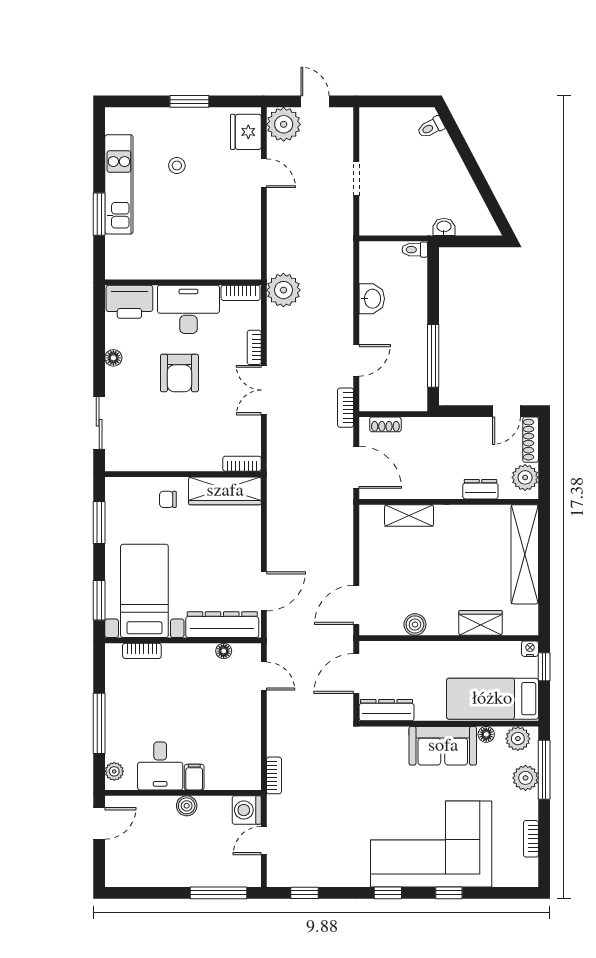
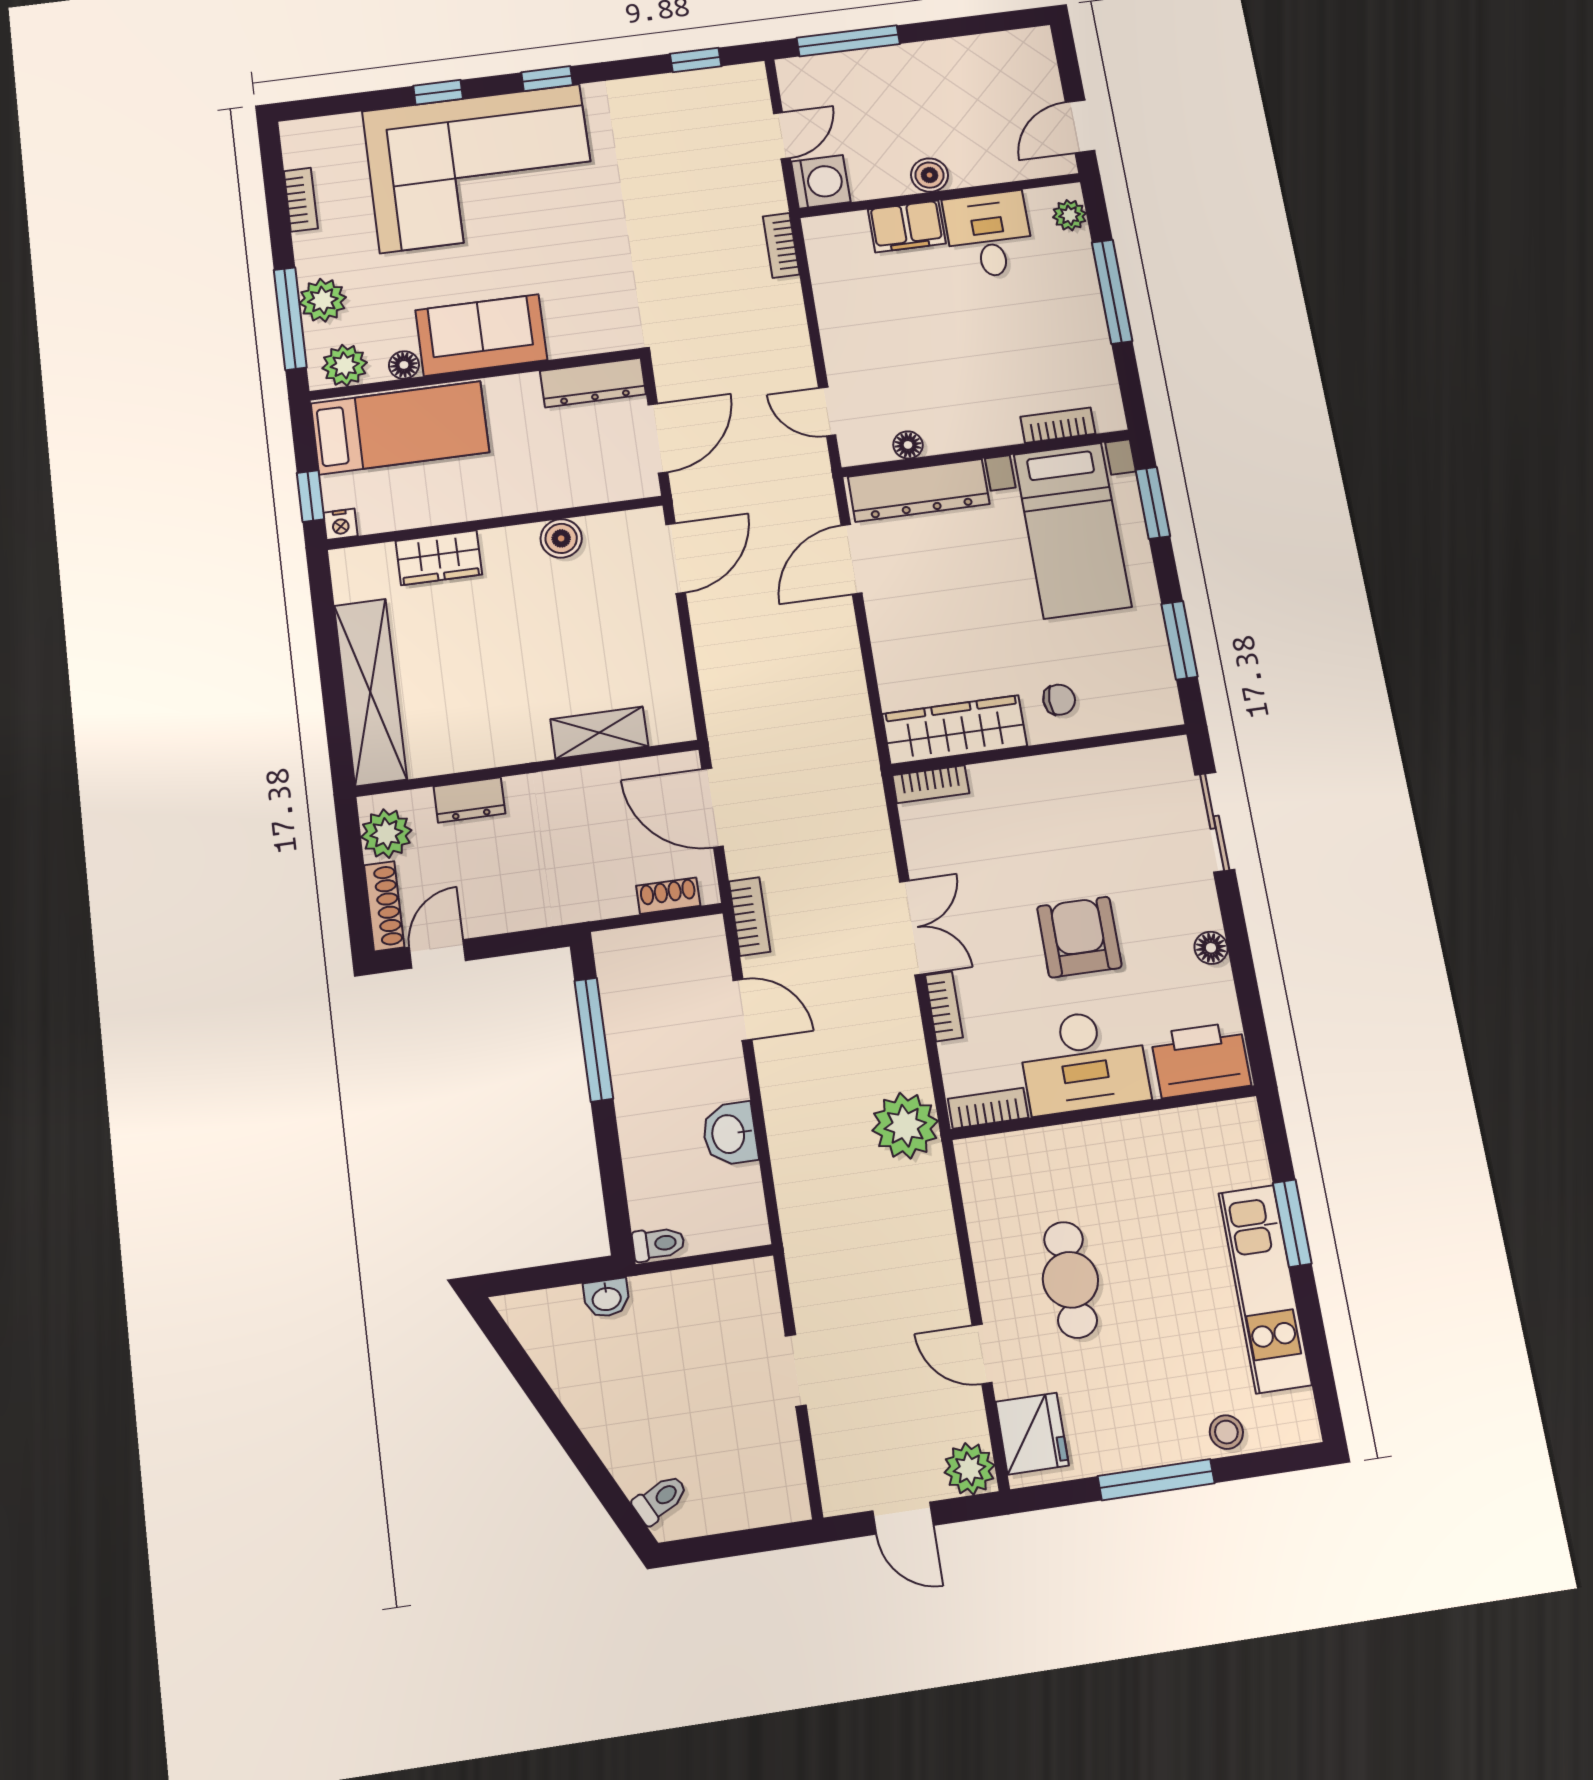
window: (189, 101) -> (1156, 1480), width x1.44
plant: (284, 124) -> (969, 1469), width x0.73, depth x0.73
stool: (177, 166) -> (1226, 1432), moved
cafe table: (214, 203) -> (1070, 1280), added
door: (356, 360) -> (742, 1010), swing flipped
filing cabinet: (194, 777) -> (907, 226), width x2.00

